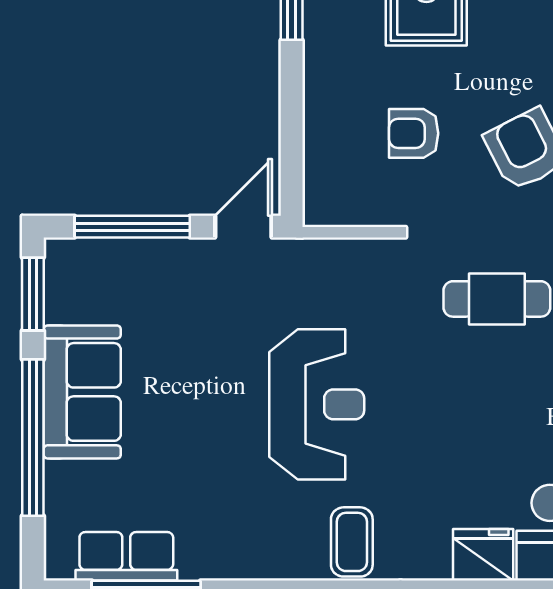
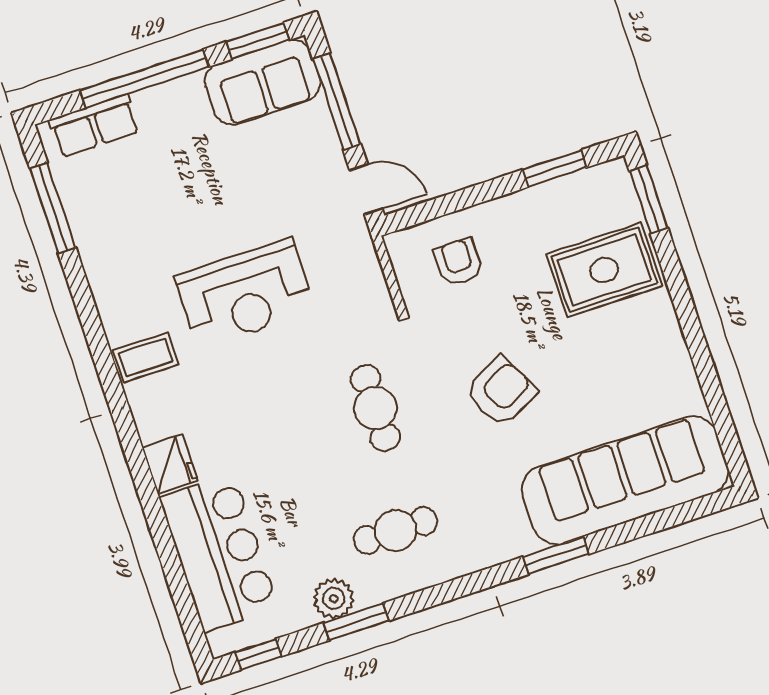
armchair: (414, 133) -> (458, 262), moved
sofa: (82, 392) -> (263, 82), moved
row of seats: (126, 556) -> (94, 126), moved, turned 90

